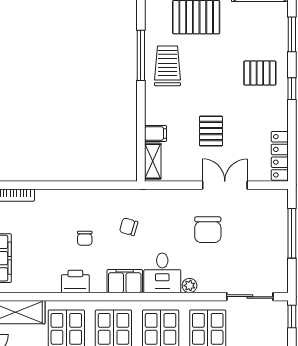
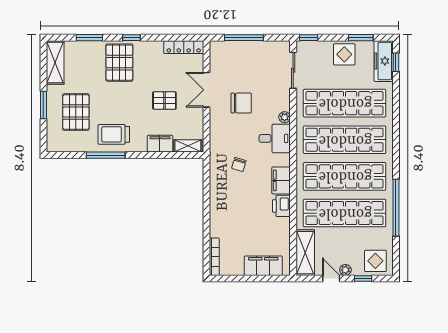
pallet: (260, 73) -> (119, 63), width x1.50, depth x1.42
filing cabinet: (155, 133) -> (160, 144), width x2.00
chair: (85, 238) -> (248, 199), removed
filing cabinet: (125, 281) -> (281, 180), moved

